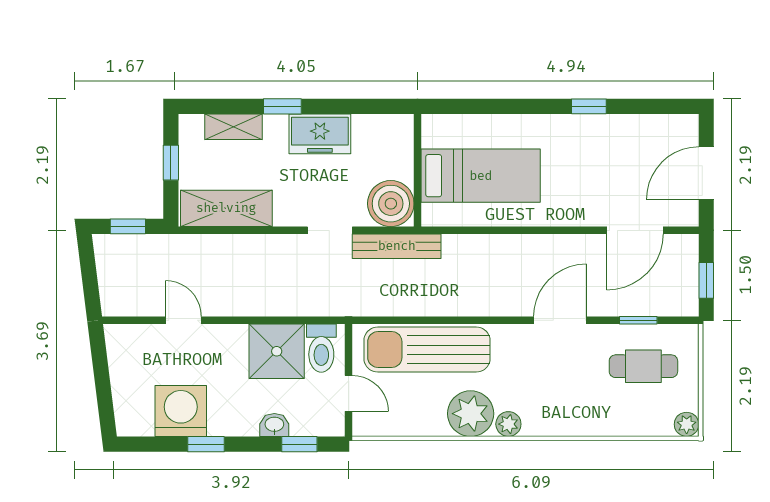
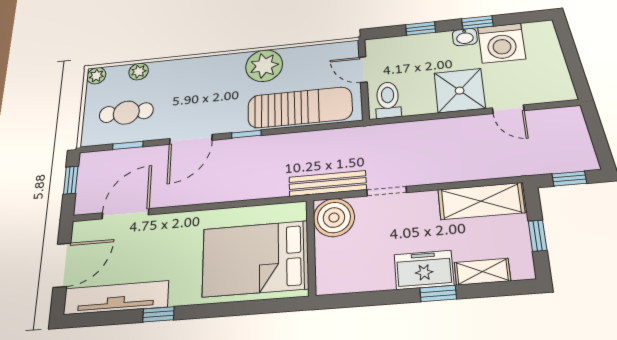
tv unit: (639, 129) -> (116, 298), added
freezer: (320, 134) -> (424, 270), moved
bed: (481, 176) -> (255, 259), width x1.50
window: (492, 320) -> (246, 134), added
shower: (277, 351) -> (460, 91), moved
plant: (508, 424) -> (139, 71), moved
washbasin: (274, 425) -> (465, 37), moved
window: (299, 444) -> (421, 28), moved

